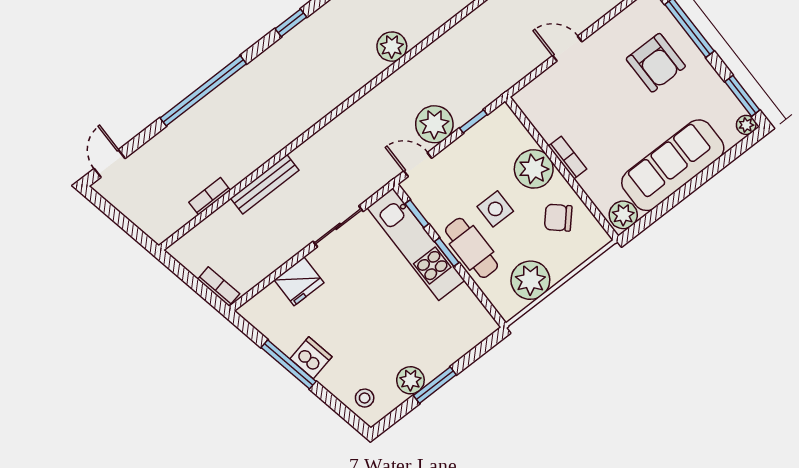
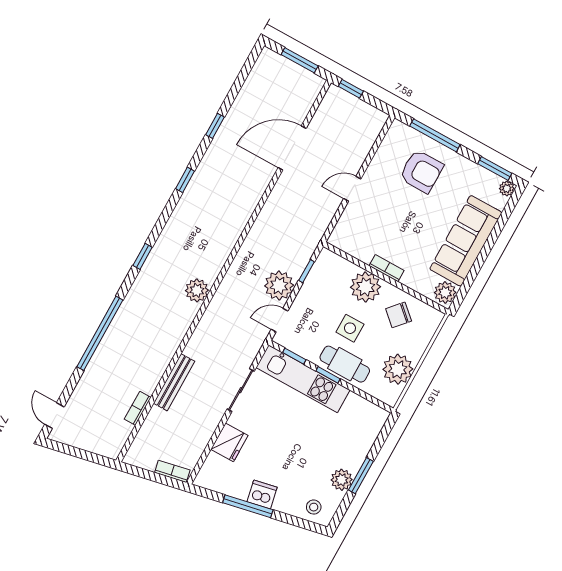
plant: (392, 47) -> (197, 290), moved

